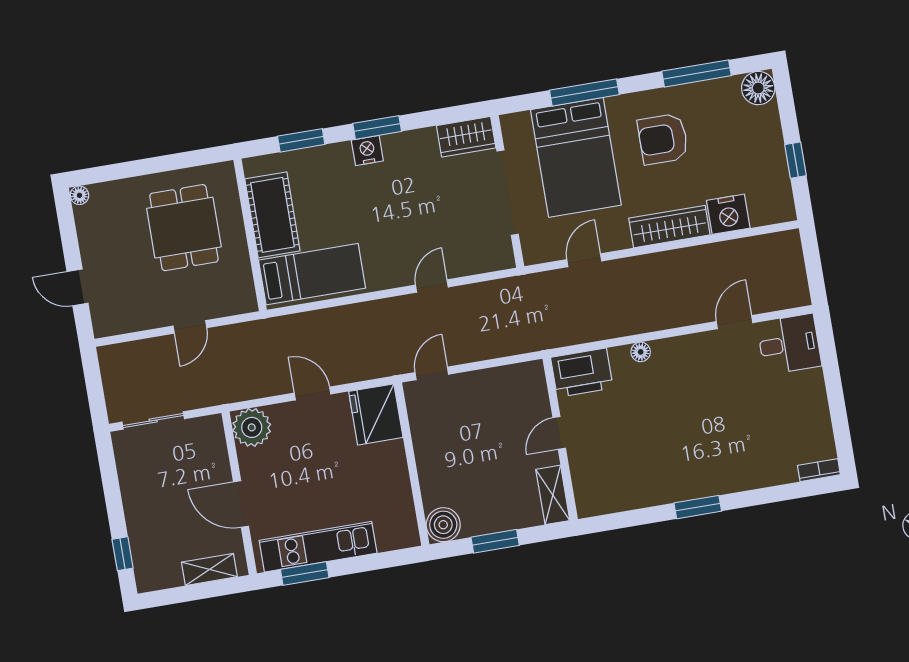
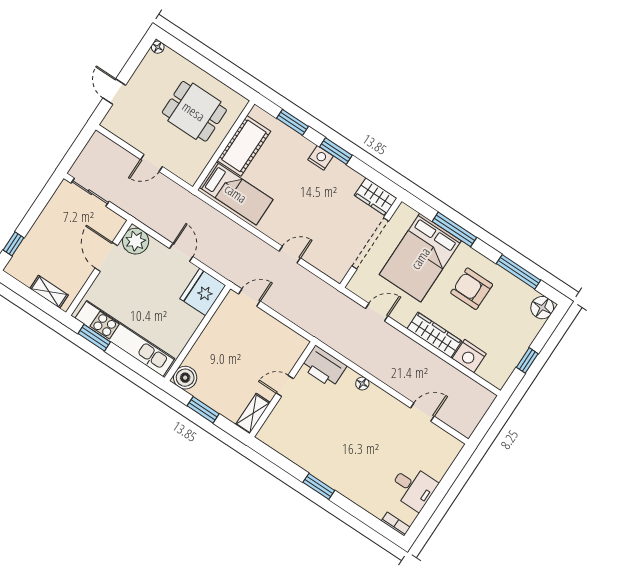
dining table: (184, 228) -> (194, 111), turned 90
desk: (789, 344) -> (413, 487), moved
door: (241, 504) -> (106, 257), moved
kitchen unit: (318, 547) -> (125, 338), width x1.36

